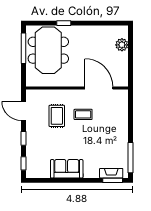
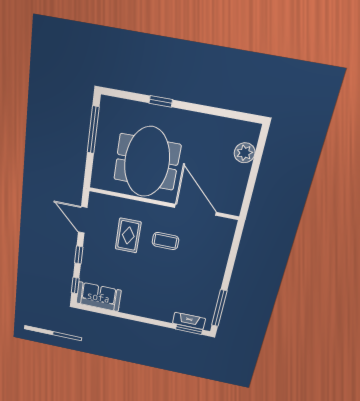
meeting table: (48, 50) -> (147, 162), moved
sofa: (67, 169) -> (98, 297), moved

